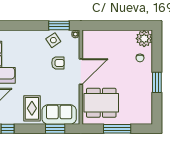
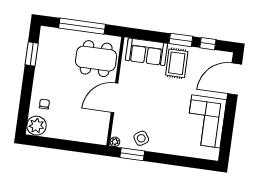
armchair: (58, 63) -> (140, 111), removed
window: (157, 82) -> (32, 54), moved
window: (55, 129) -> (181, 40), moved
window: (117, 129) -> (82, 26), width x1.46

